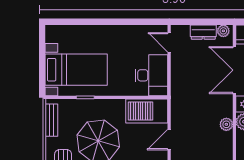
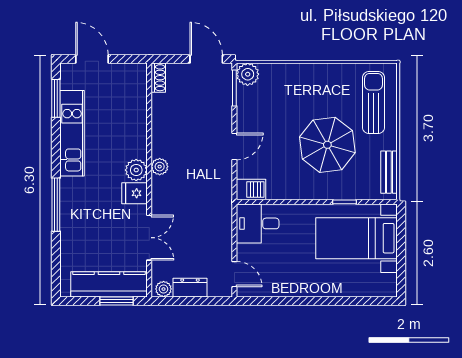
double door: (234, 70) -> (149, 238), width x0.73
desk: (152, 75) -> (258, 223), width x0.73
barbecue: (147, 111) -> (251, 190), width x0.53, depth x0.65

